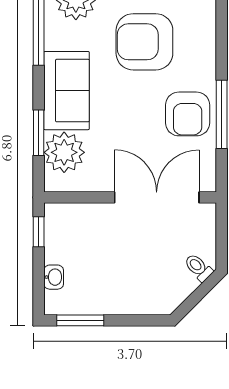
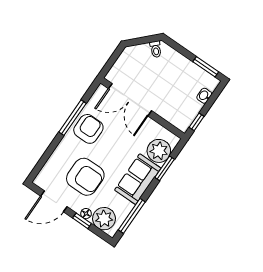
toilet: (198, 267) -> (156, 49), moved

